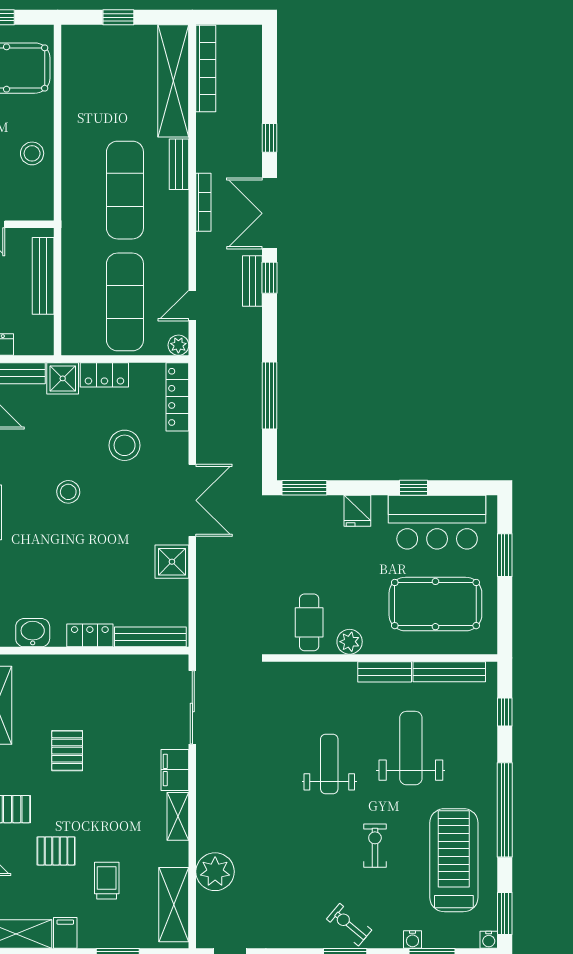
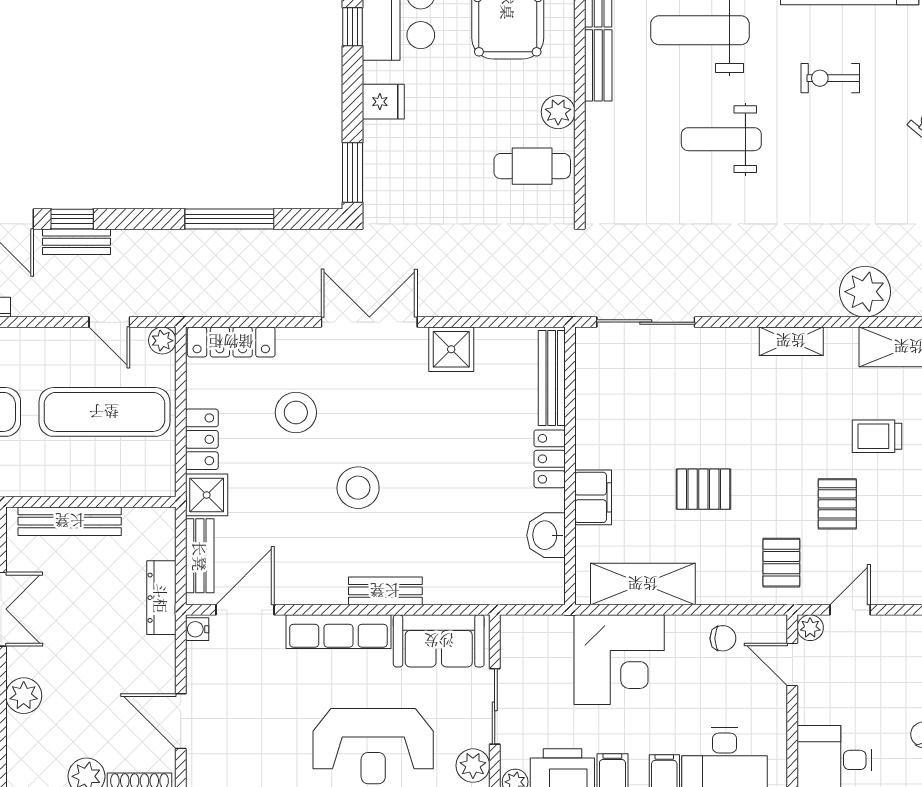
stool: (68, 492) -> (358, 488), width x1.38, depth x1.38
filing cabinet: (175, 770) -> (593, 497), moved, turned -90

